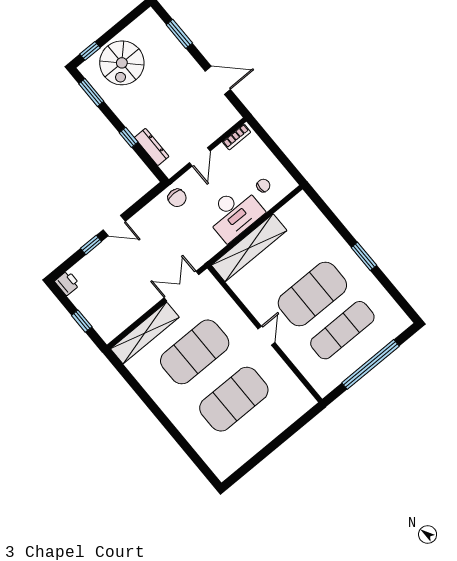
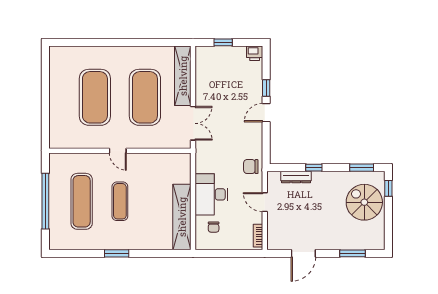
shelving: (249, 248) -> (182, 217), moved
exercise mat: (312, 294) -> (120, 201), width x0.50, depth x0.69

